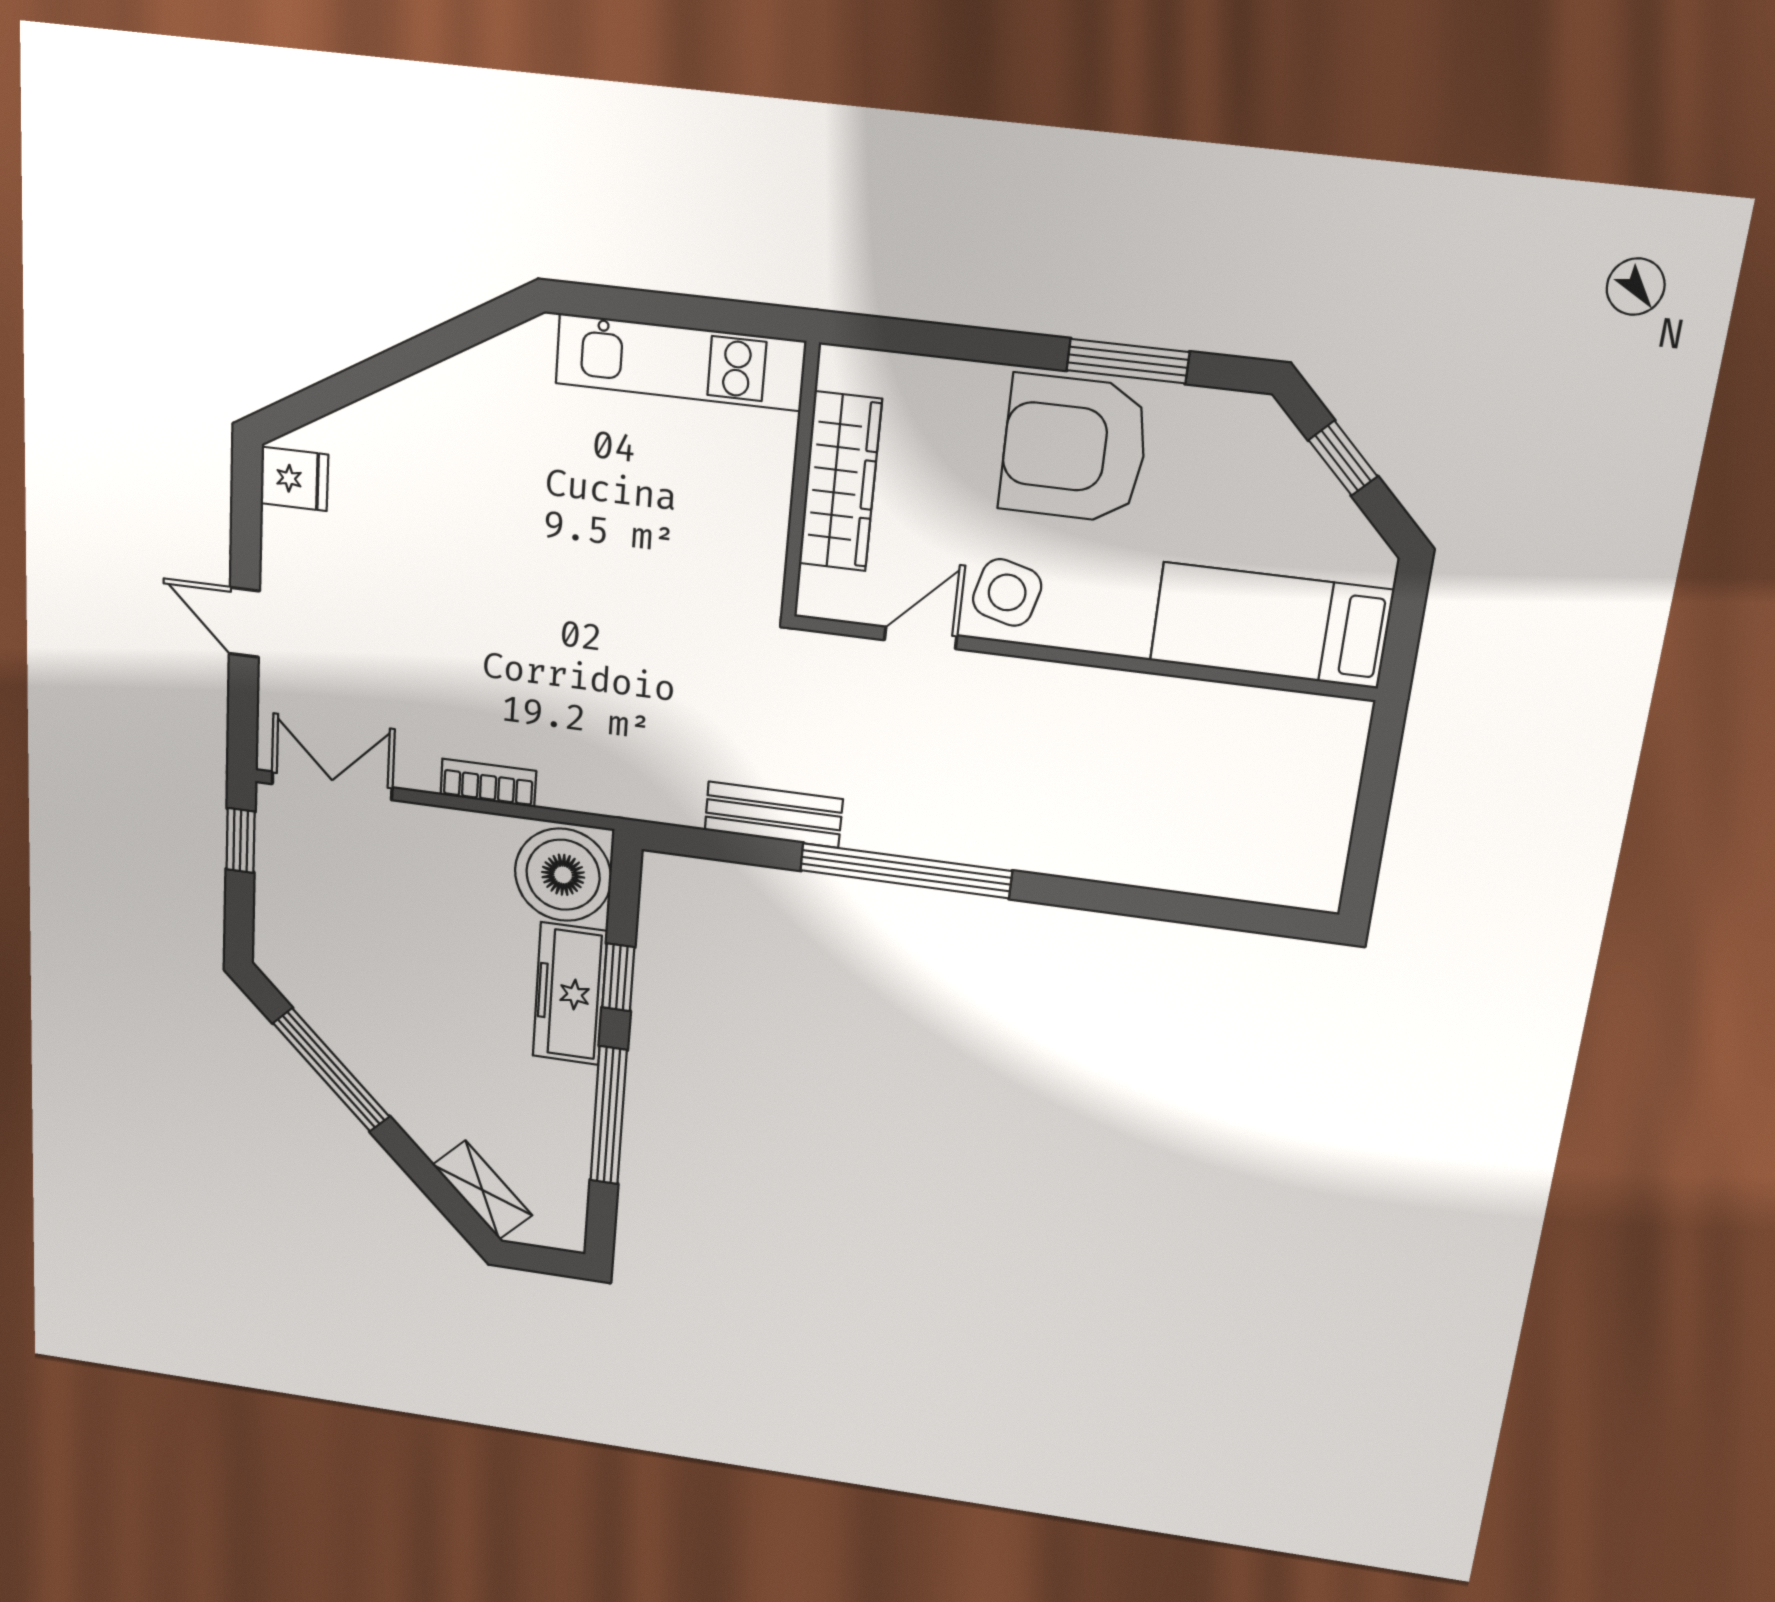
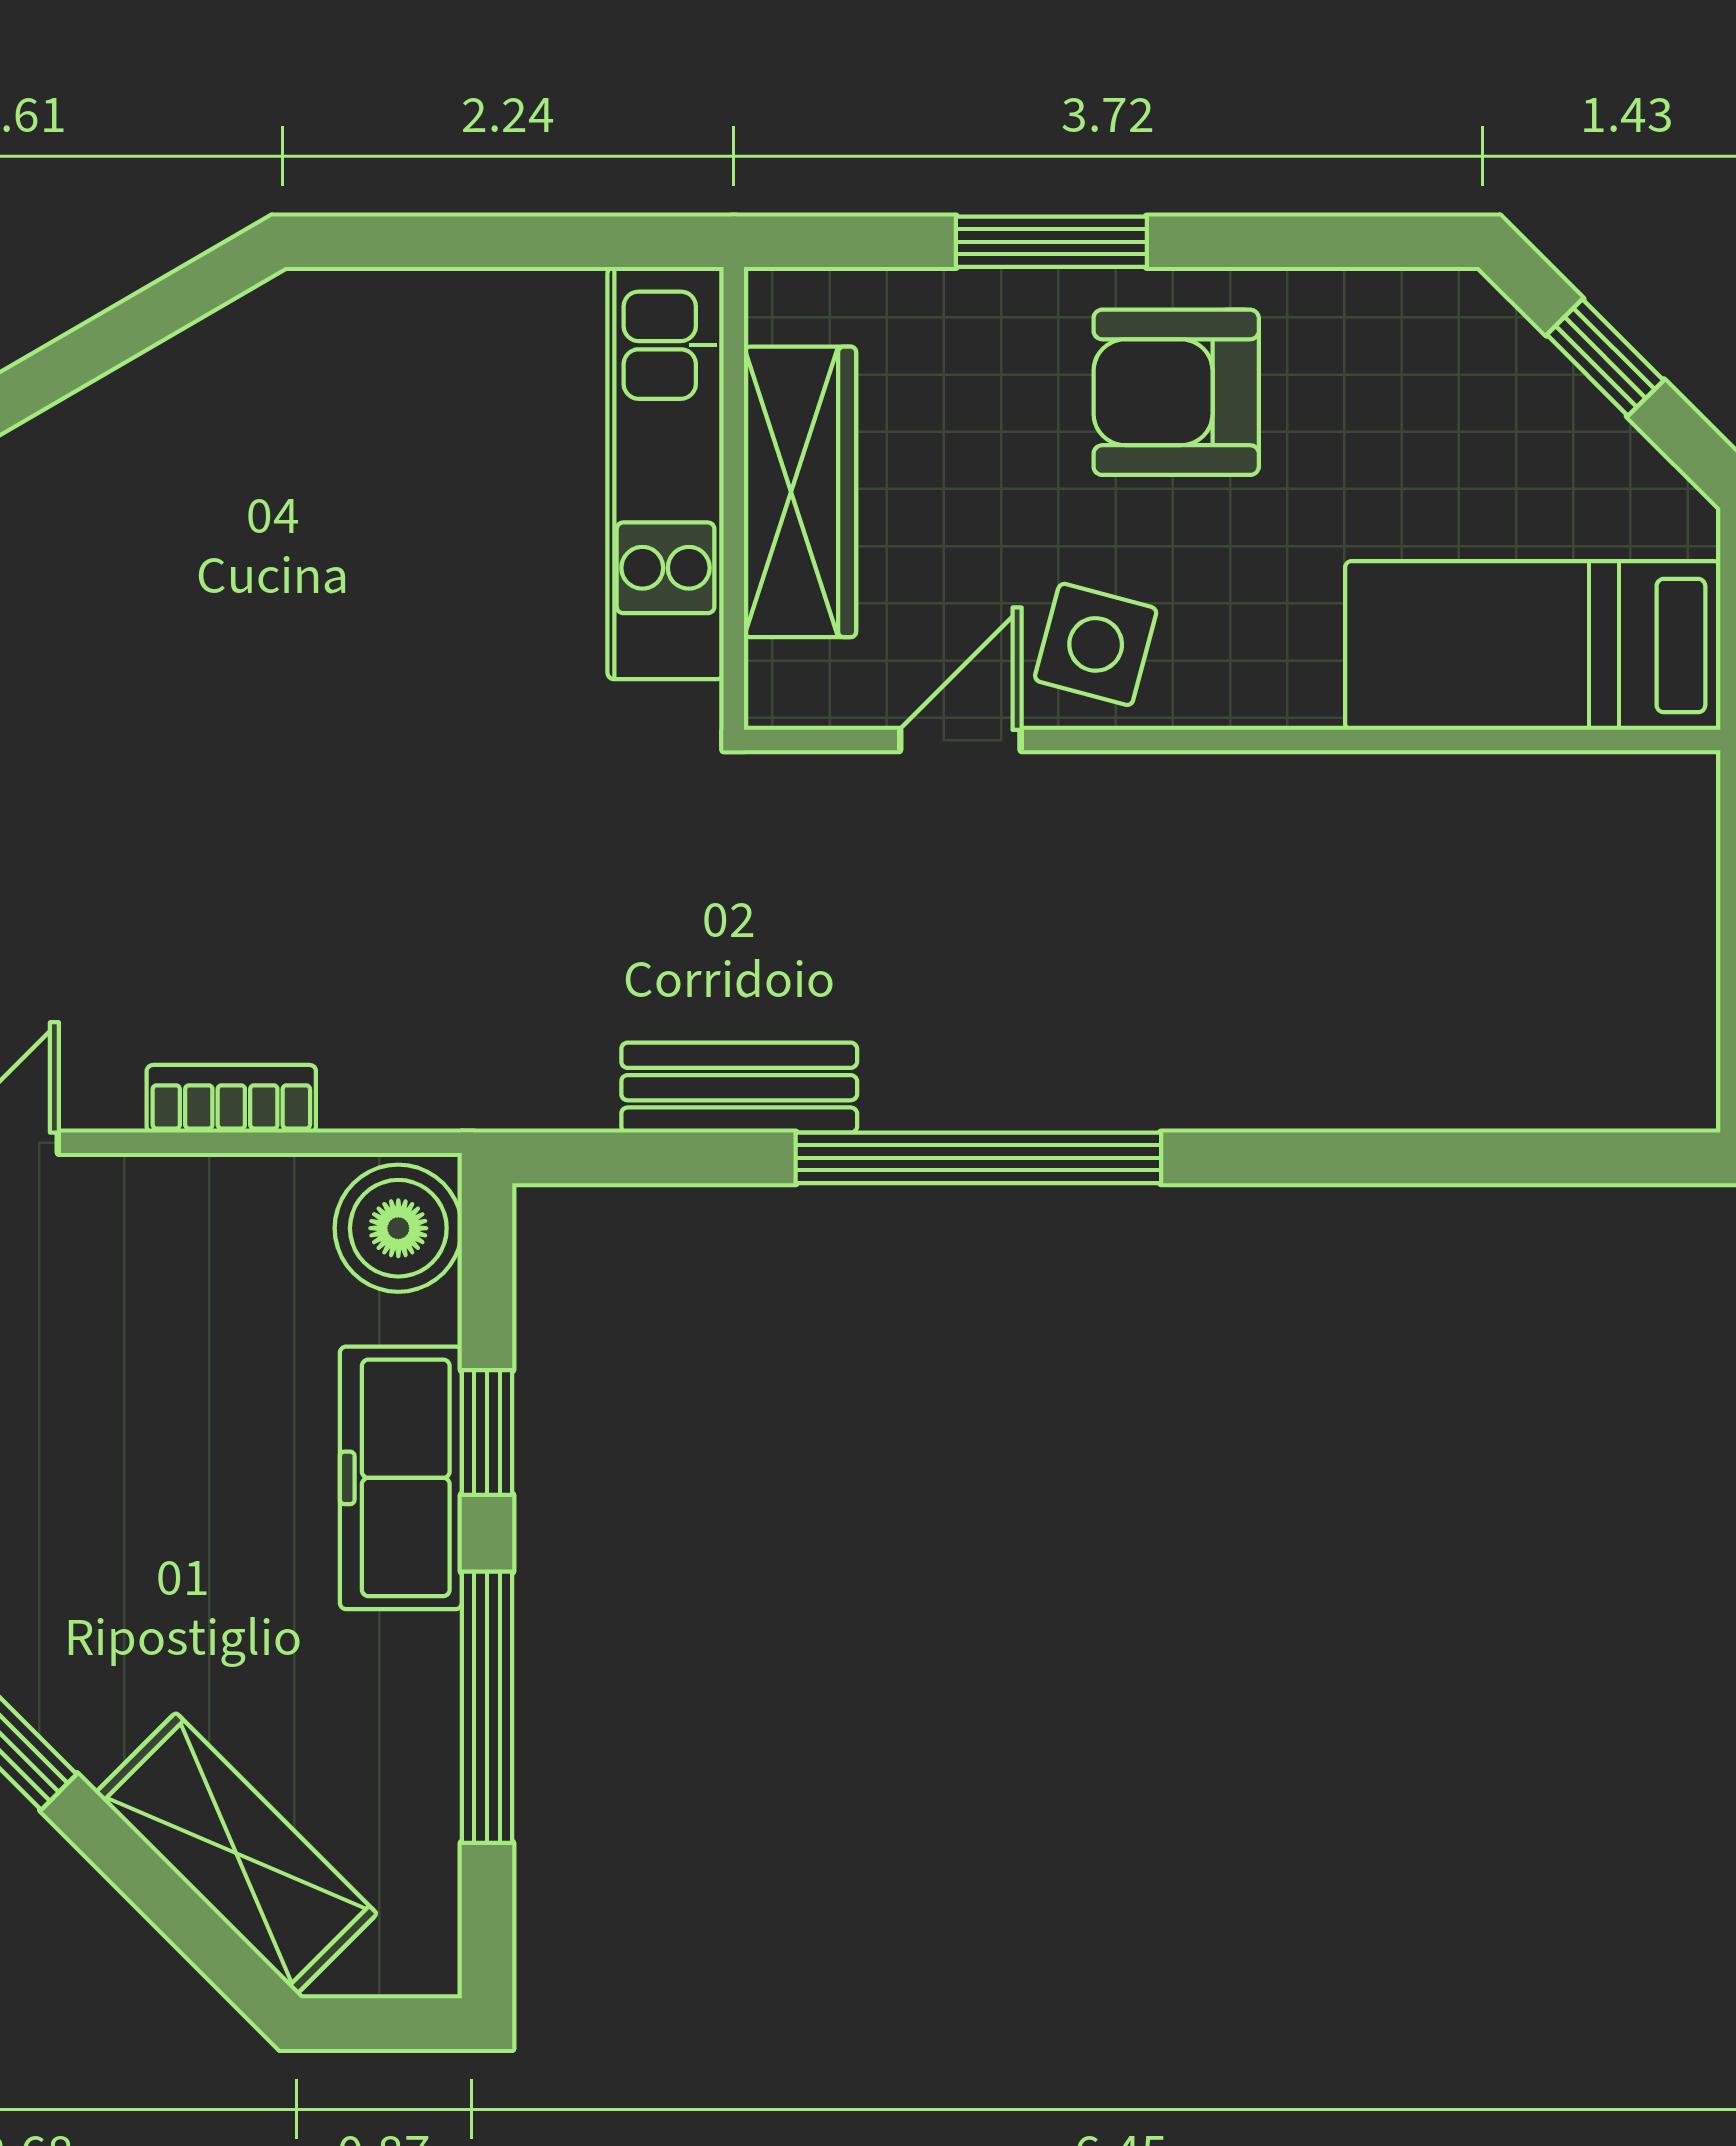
window: (1128, 361) -> (1051, 242), moved
kitchen unit: (680, 362) -> (666, 473), moved, turned 90
armchair: (1074, 449) -> (1176, 392), width x0.73, depth x0.73
boiler: (563, 875) -> (398, 1228), width x0.73, depth x0.73
shelving: (482, 1190) -> (236, 1853), width x1.50, depth x1.33

